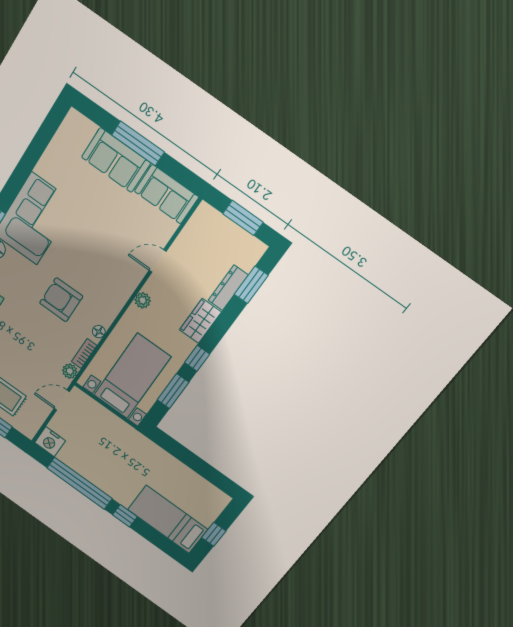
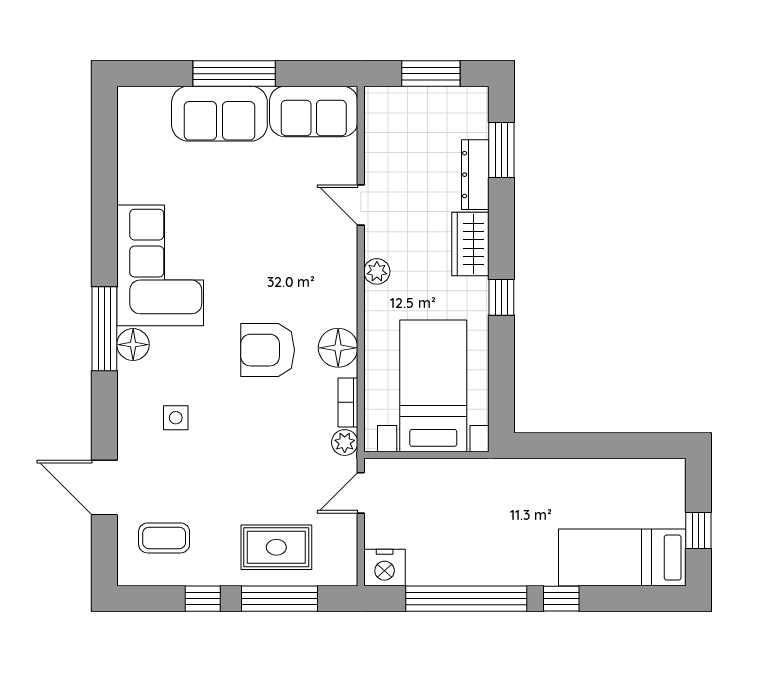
door: (158, 261) -> (361, 205), hinge flipped
floor lamp: (99, 332) -> (338, 348), width x1.89, depth x1.89
window: (173, 391) -> (501, 366), removed

